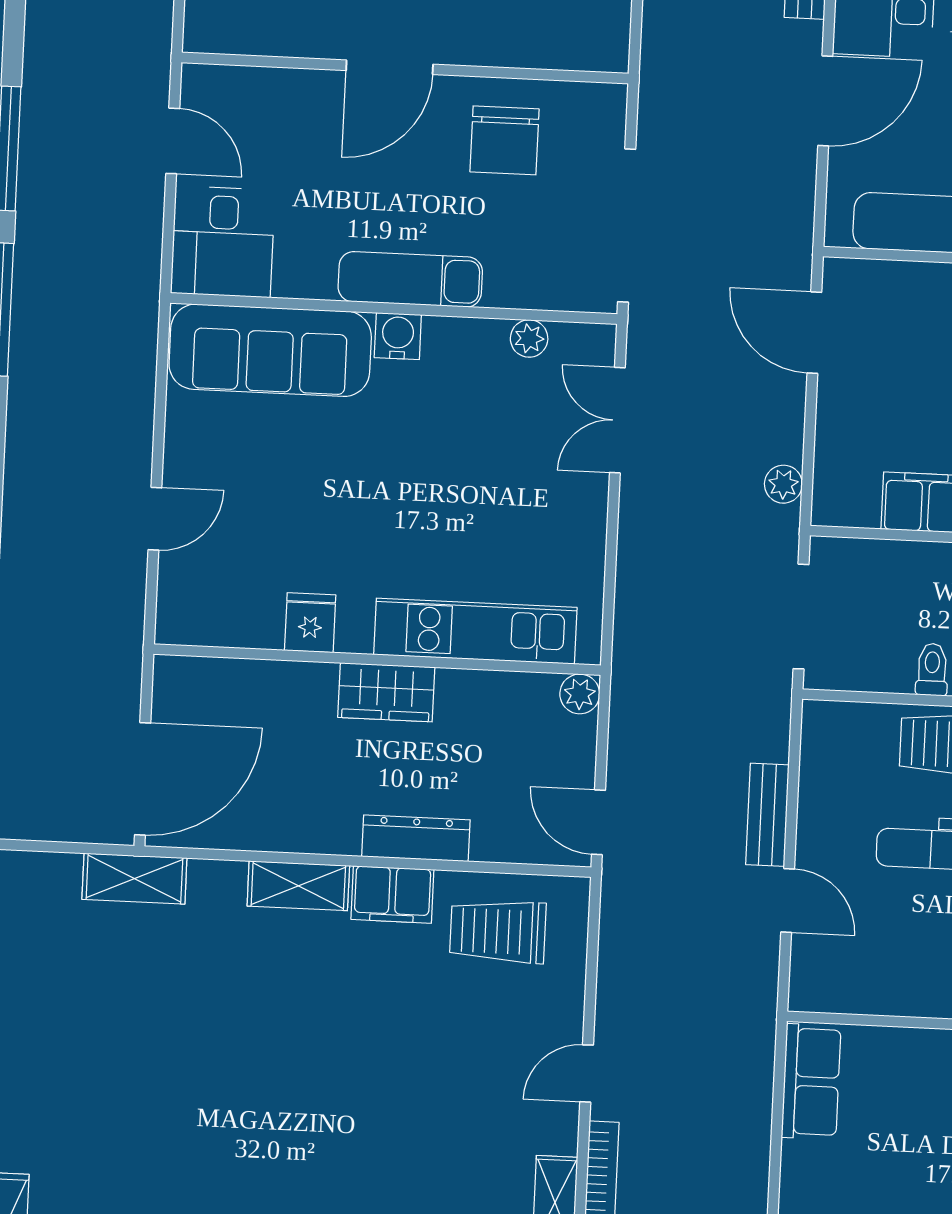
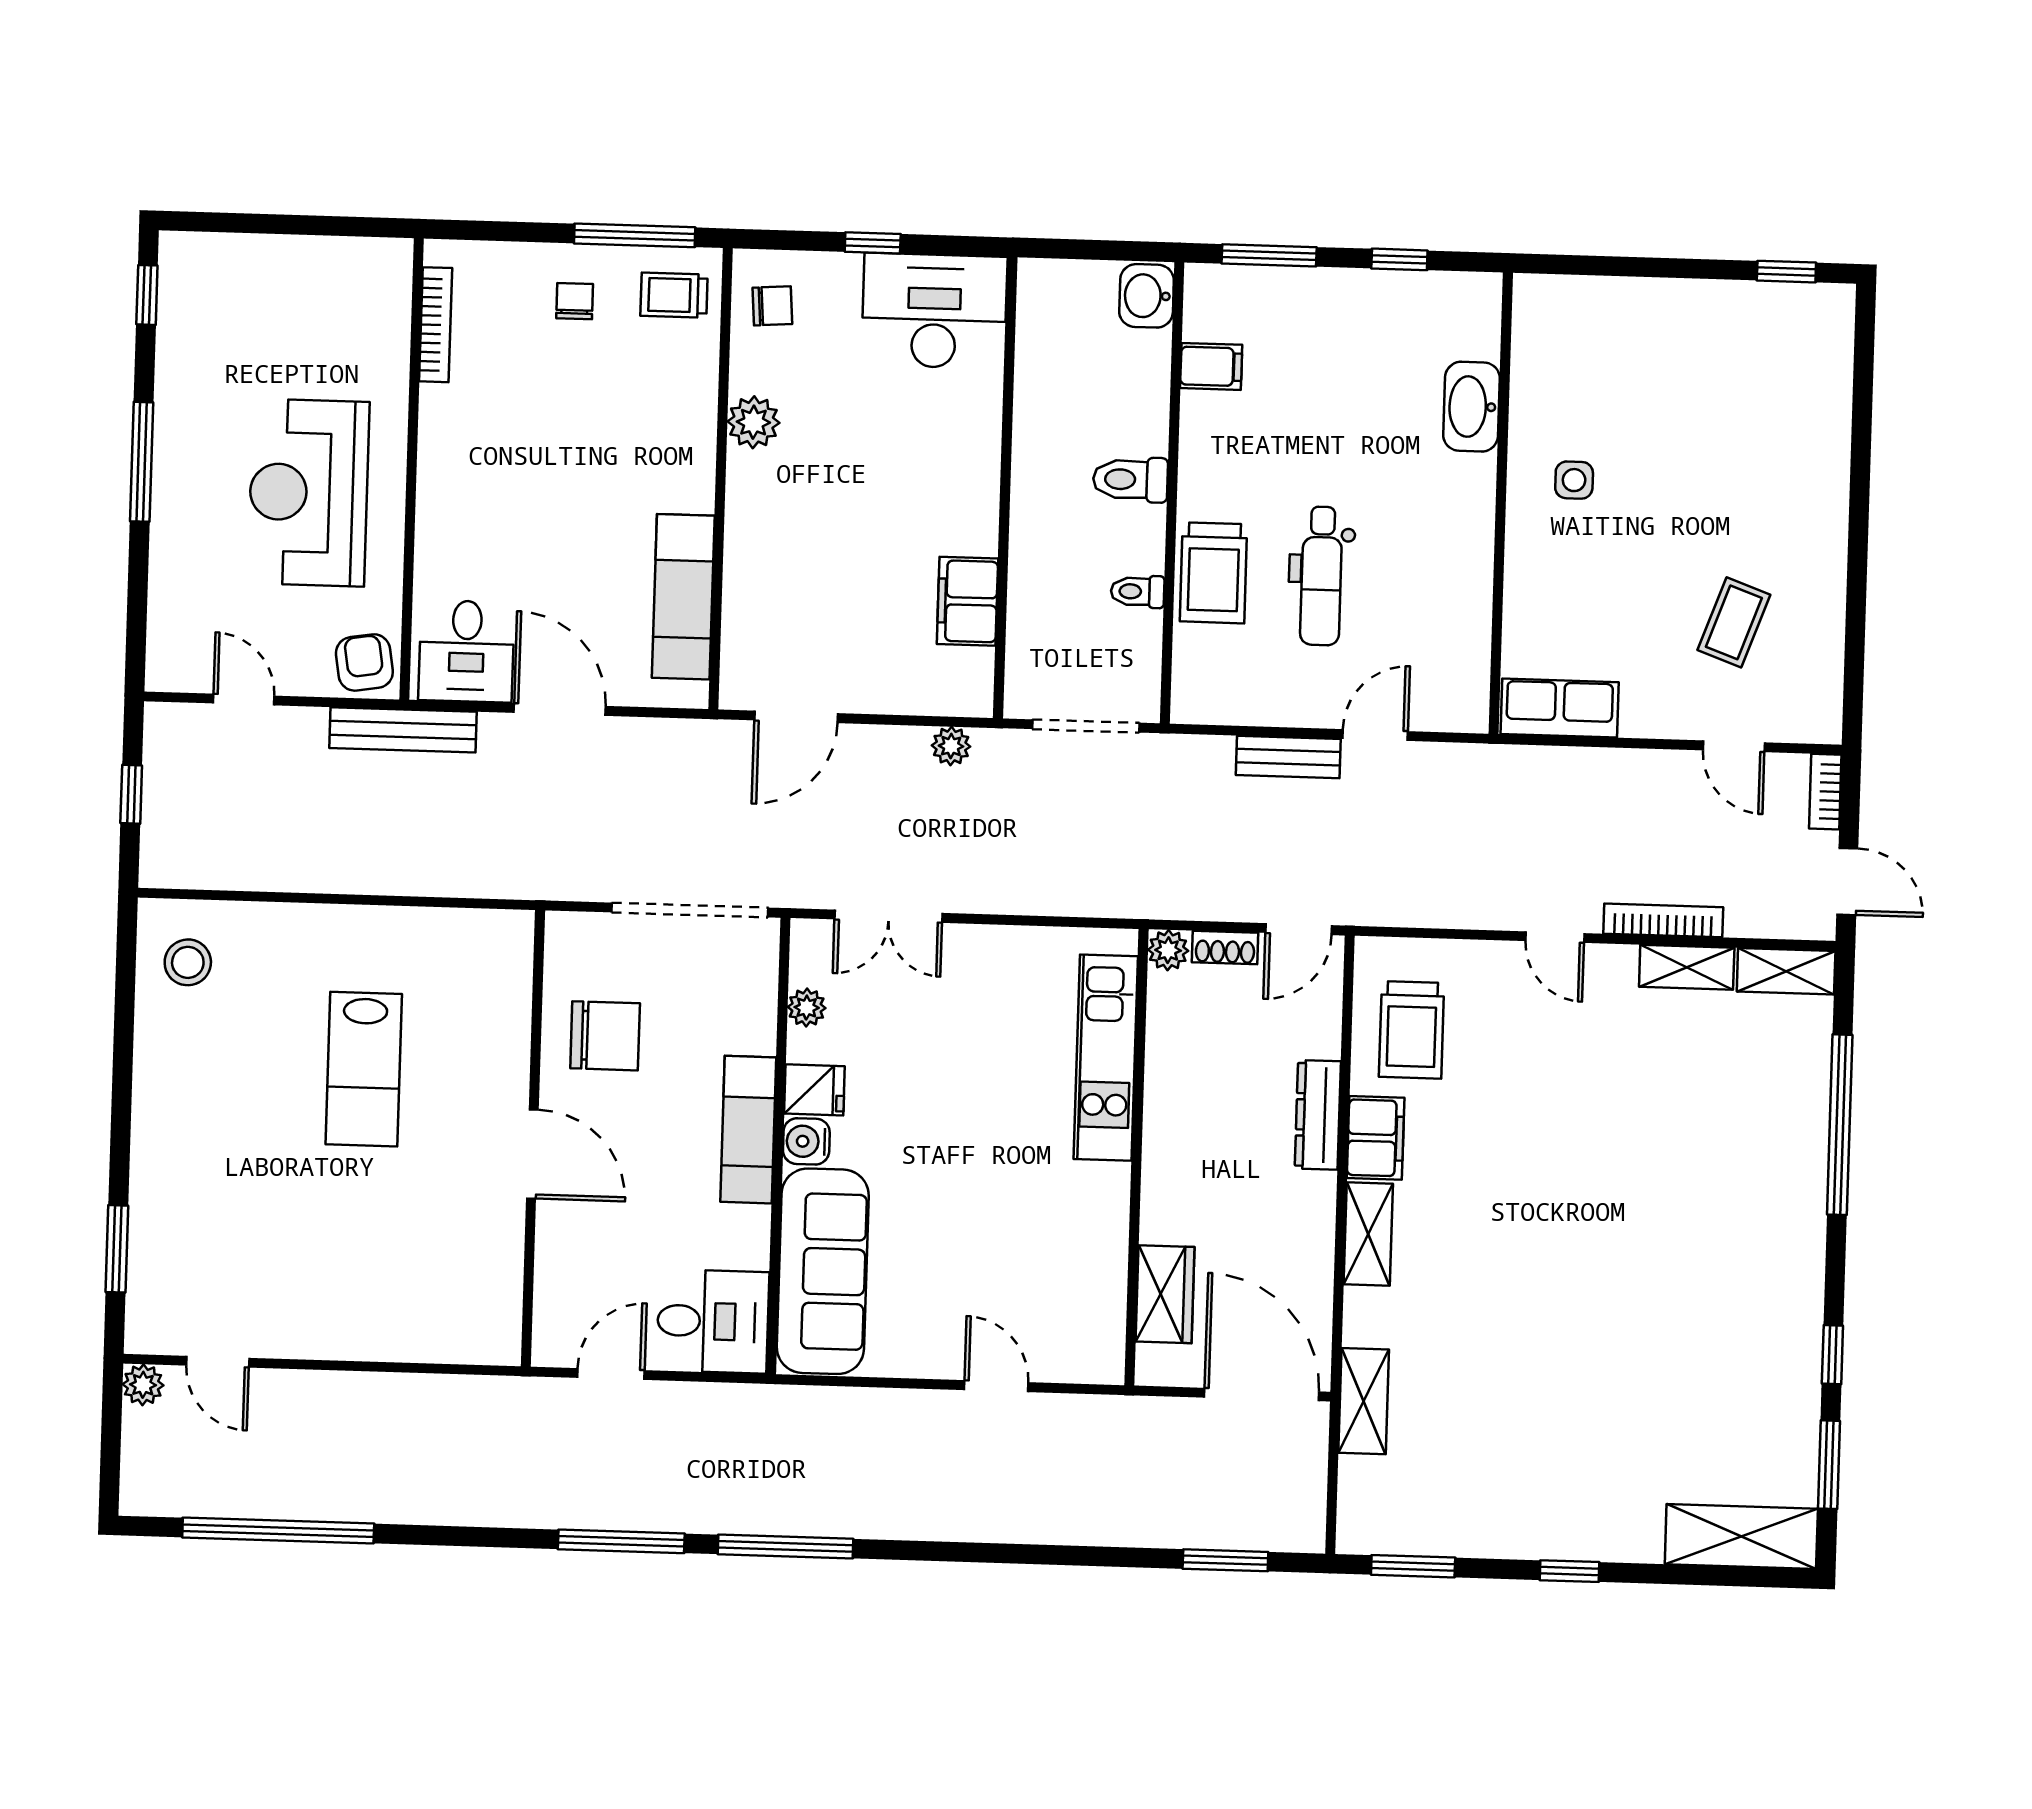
fridge: (310, 623) -> (814, 1090), moved, turned 180
wardrobe: (386, 692) -> (1165, 1294), moved
shoe rack: (581, 750) -> (1225, 948), added

